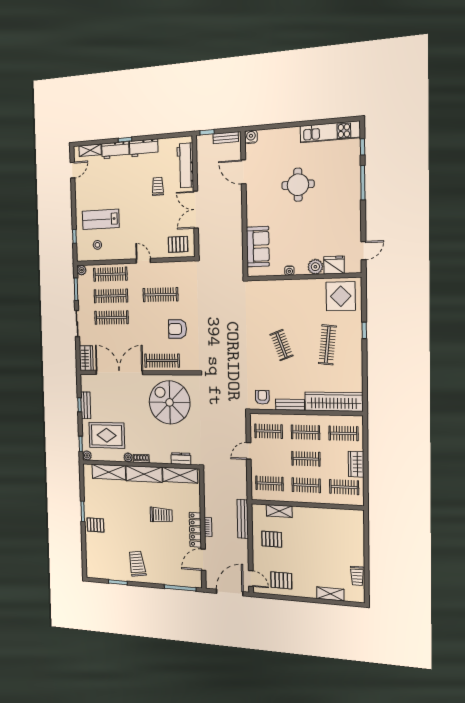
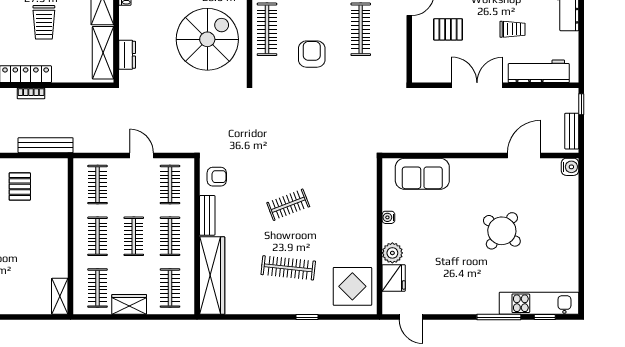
kitchen unit: (330, 132) -> (539, 303), moved, turned 90
round table: (298, 185) -> (502, 231), turned 38
pallet: (178, 244) -> (448, 29), moved, turned 90
shelving: (279, 511) -> (60, 296), moved

